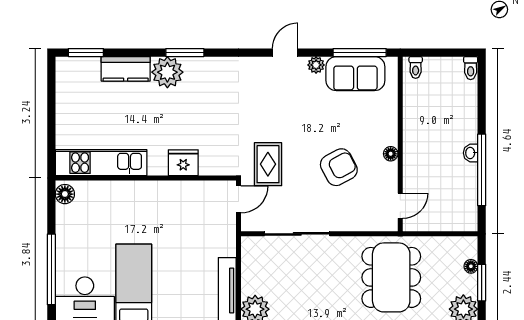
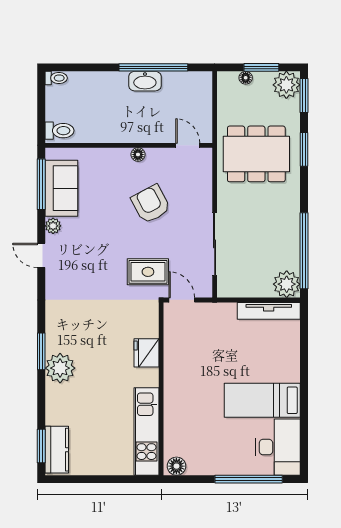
toilet: (416, 67) -> (59, 131), width x1.37, depth x1.39
kitchen counter: (126, 69) -> (57, 450), moved
washbasin: (471, 153) -> (145, 81), width x1.91, depth x1.45

